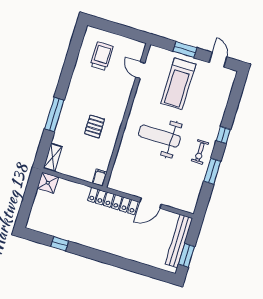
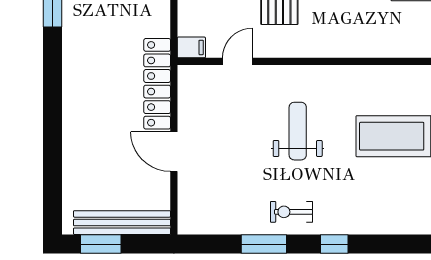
door: (140, 70) -> (238, 61), moved
weight bench: (159, 136) -> (298, 131), width x0.73, depth x0.75

